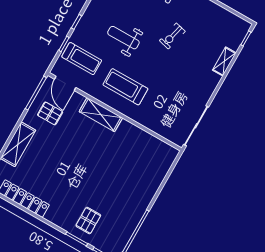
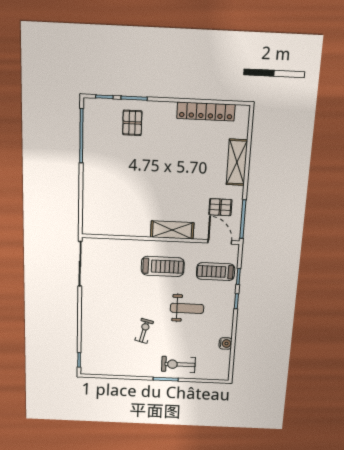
shelving: (224, 61) -> (87, 332), removed

